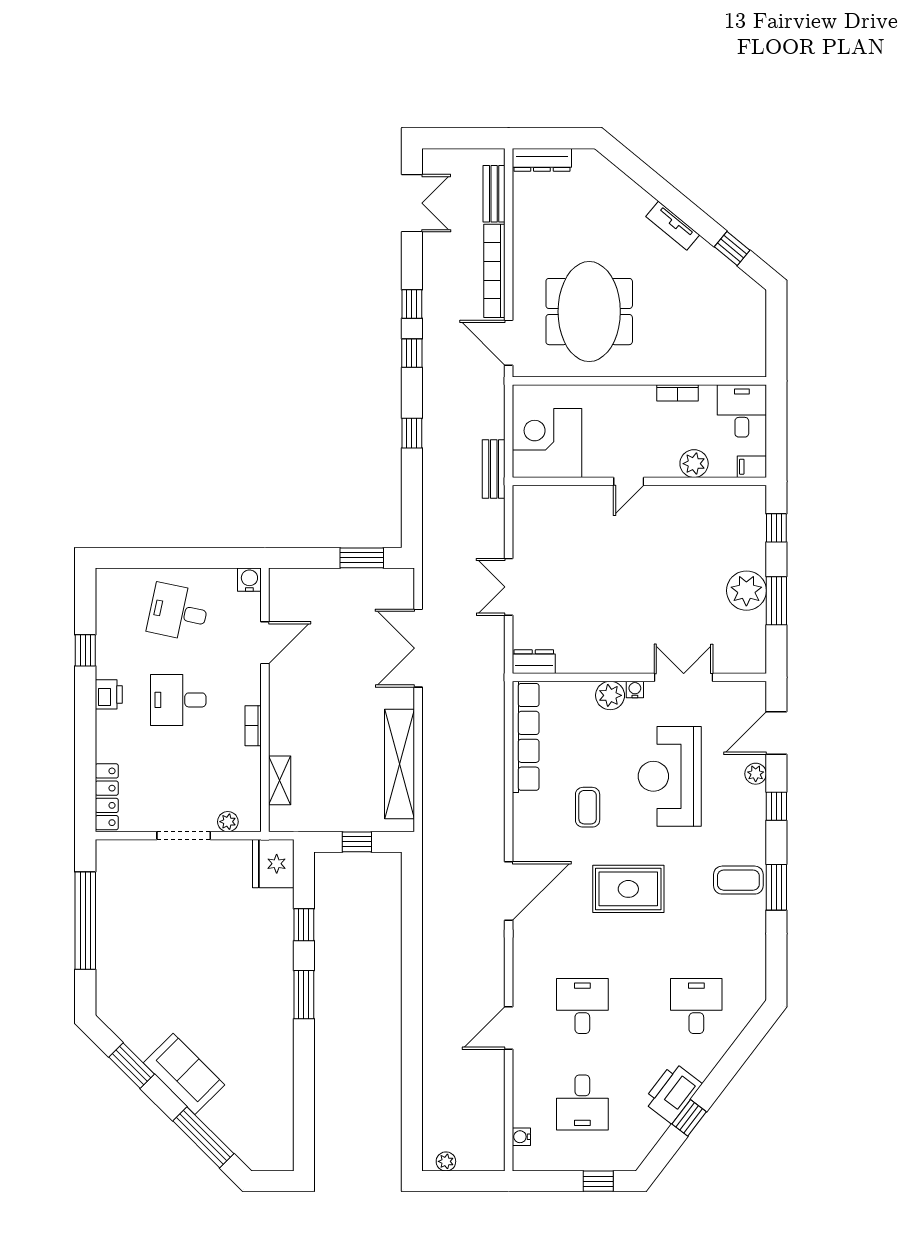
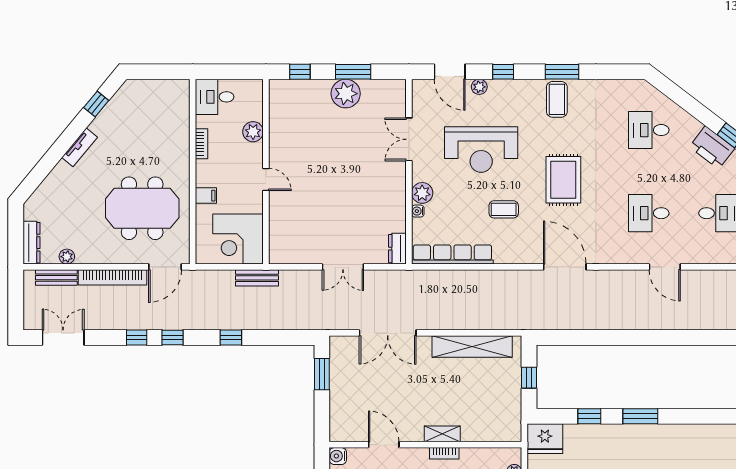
plant: (523, 208) -> (67, 257), added
filing cabinet: (752, 467) -> (206, 196), moved, turned -90
water cooler: (635, 690) -> (418, 211), moved
shelving: (280, 780) -> (442, 434), moved

